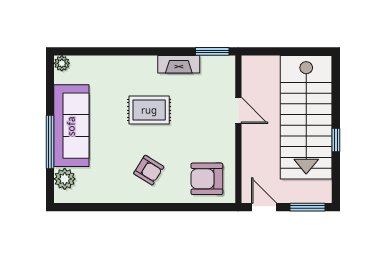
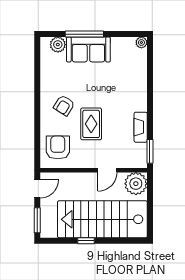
plant: (257, 71) -> (136, 184), added
rug: (149, 110) -> (91, 124), moved
sofa: (71, 126) -> (88, 49), width x0.73

